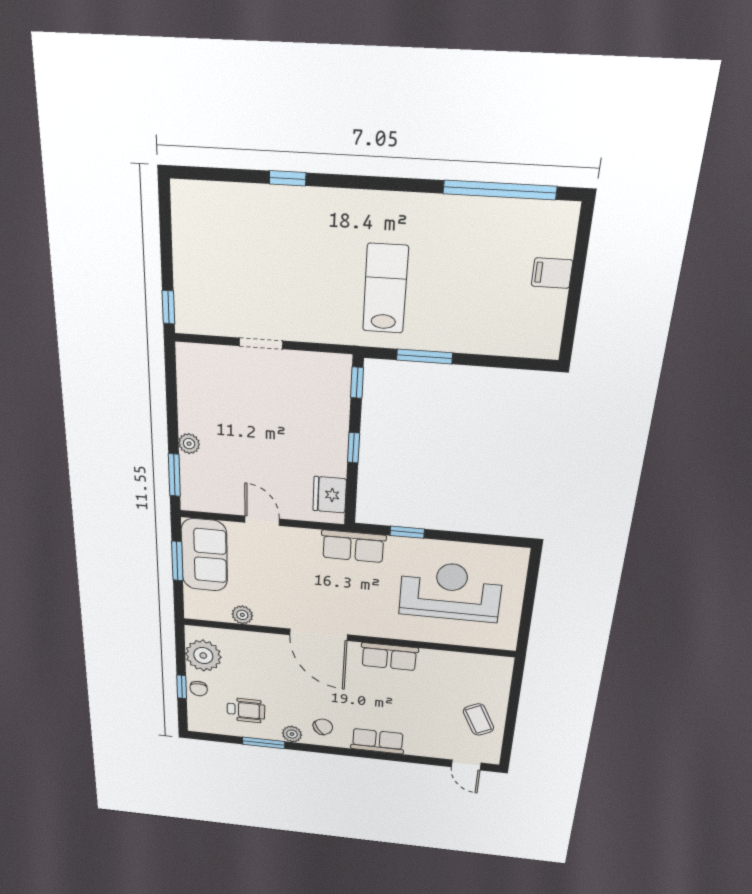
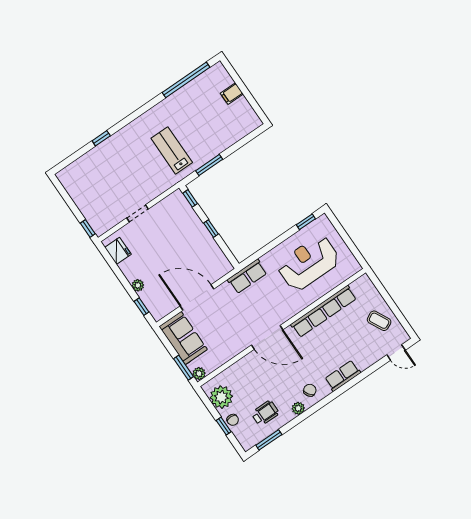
window: (174, 475) -> (142, 307), width x0.67
fridge: (330, 495) -> (118, 251), moved, turned 180
door: (262, 521) -> (197, 297), width x1.87
window: (407, 532) -> (306, 222), moved
window: (177, 561) -> (183, 368), moved
plant: (242, 615) -> (199, 374), moved
row of seats: (389, 657) -> (324, 311), width x2.02
window: (264, 743) -> (269, 440), moved

